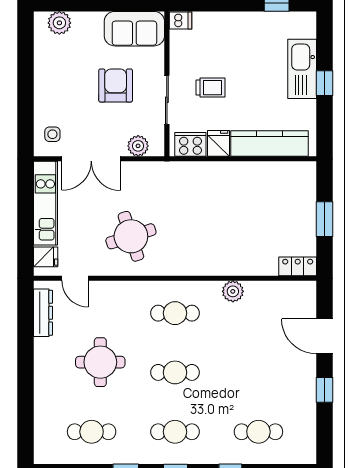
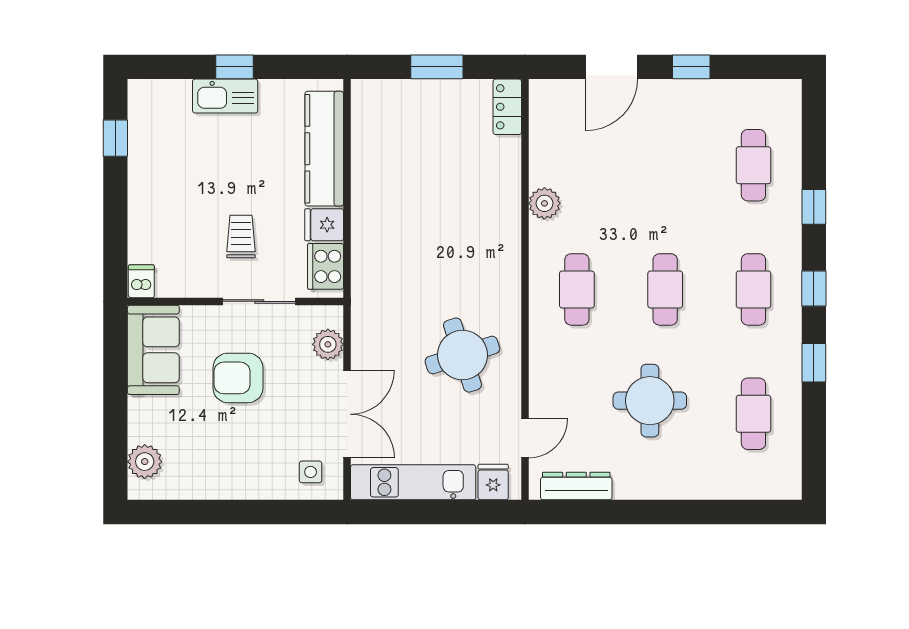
kitchen sink: (302, 69) -> (225, 96), width x0.73, depth x0.81

